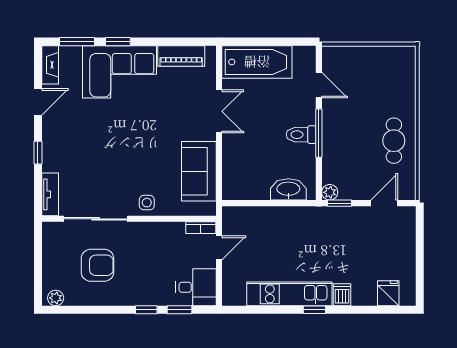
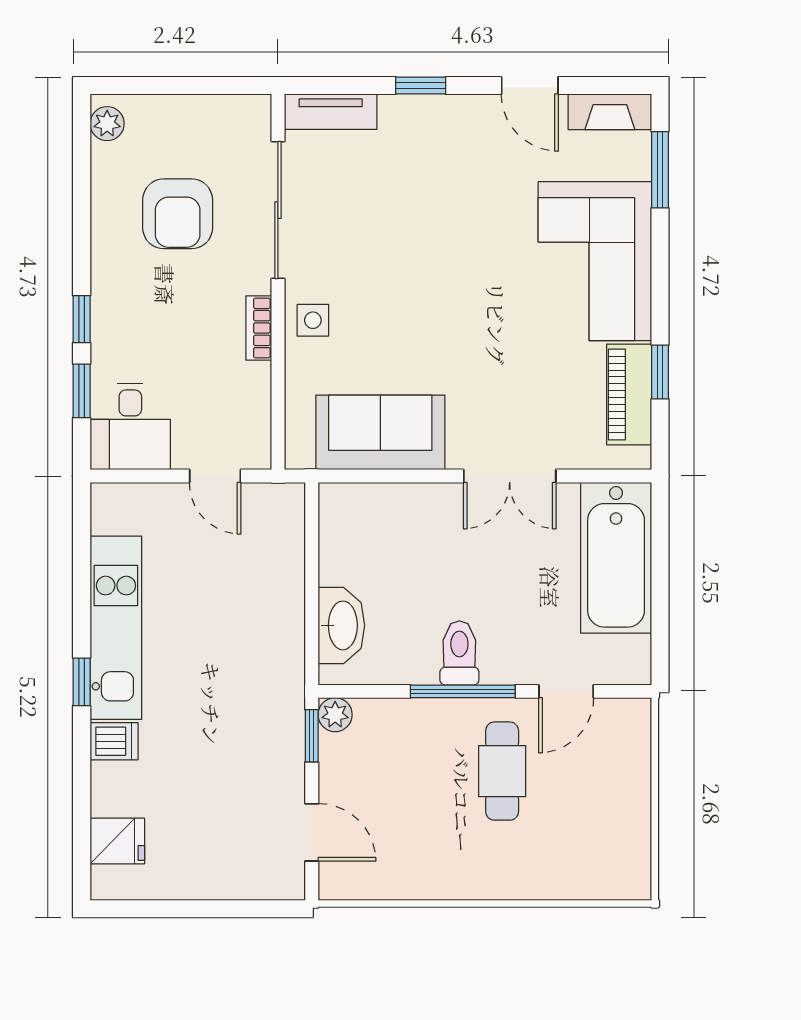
window: (118, 42) -> (660, 372), moved
cafe table: (394, 141) -> (502, 771), moved, turned 90
bookcase: (201, 228) -> (259, 328), moved

